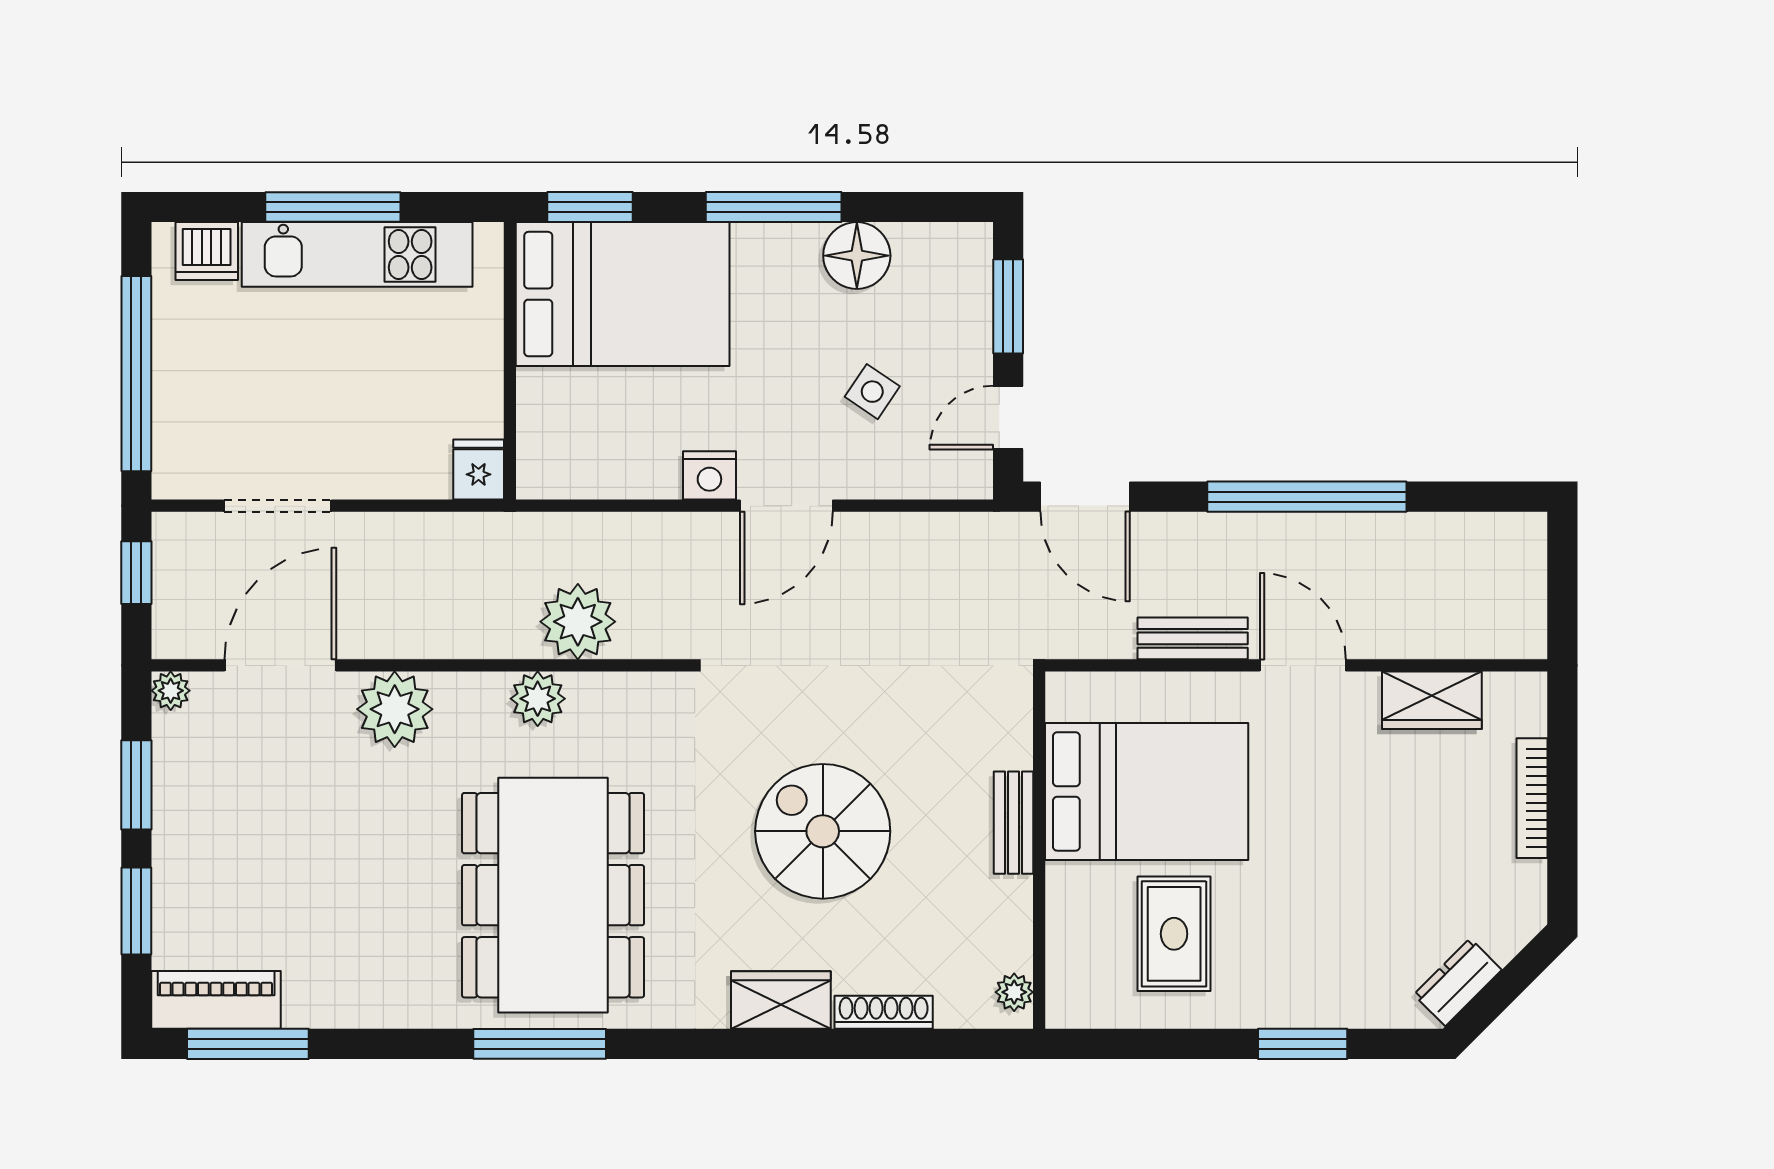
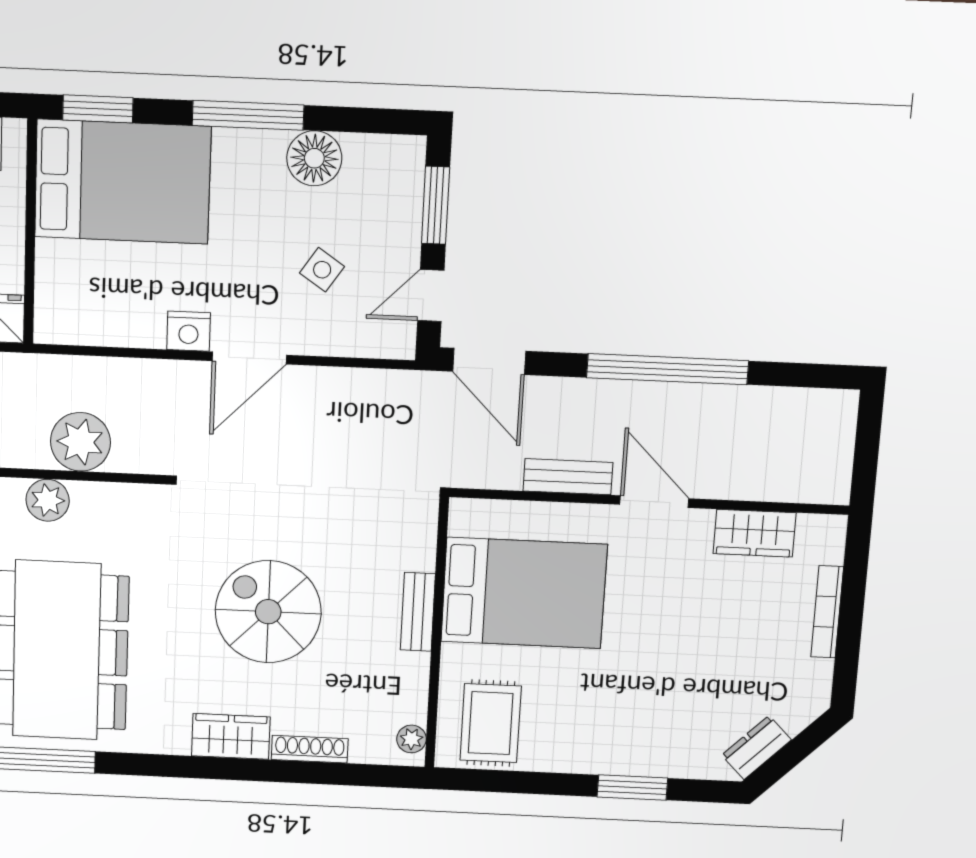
rug: (1174, 934) -> (491, 723), moved

